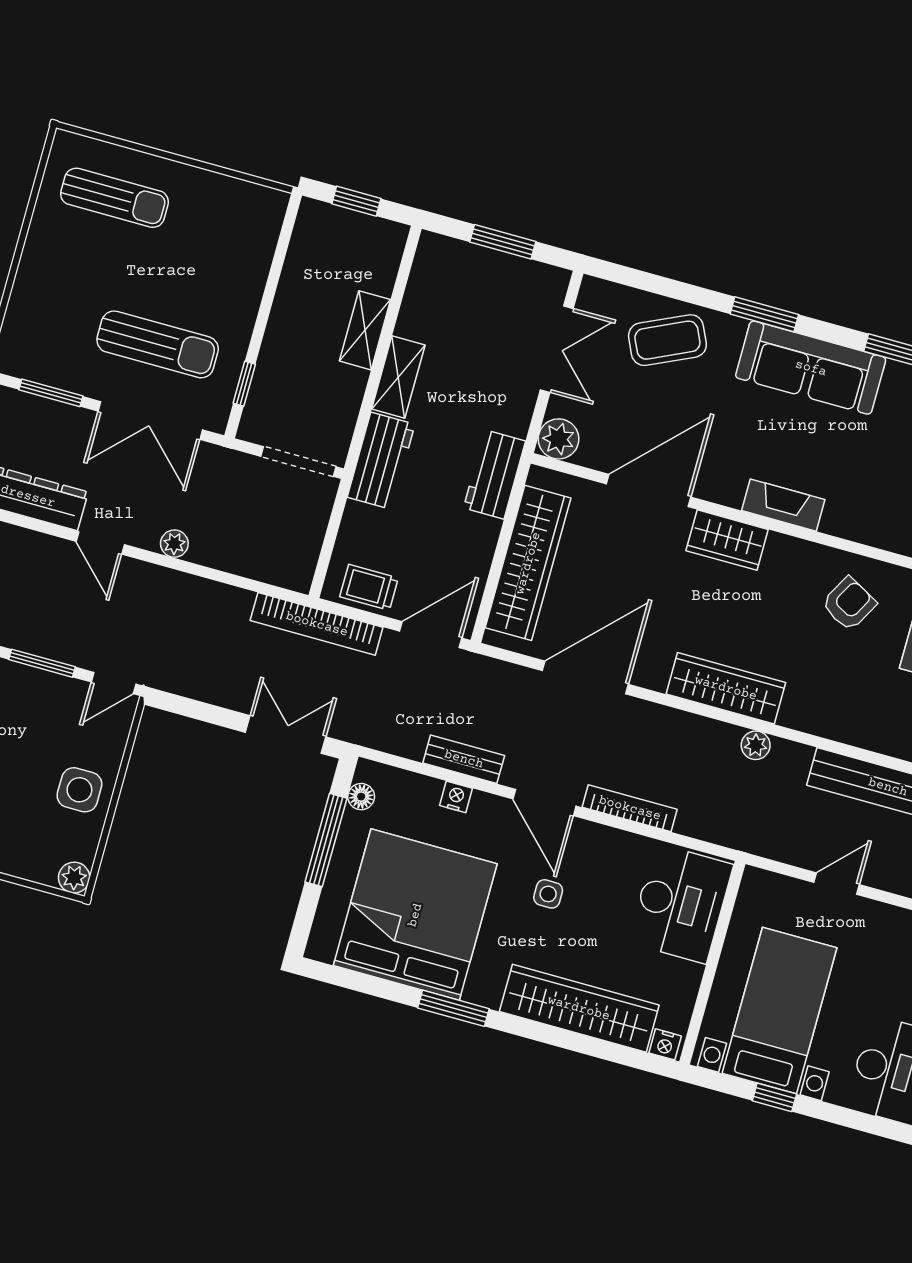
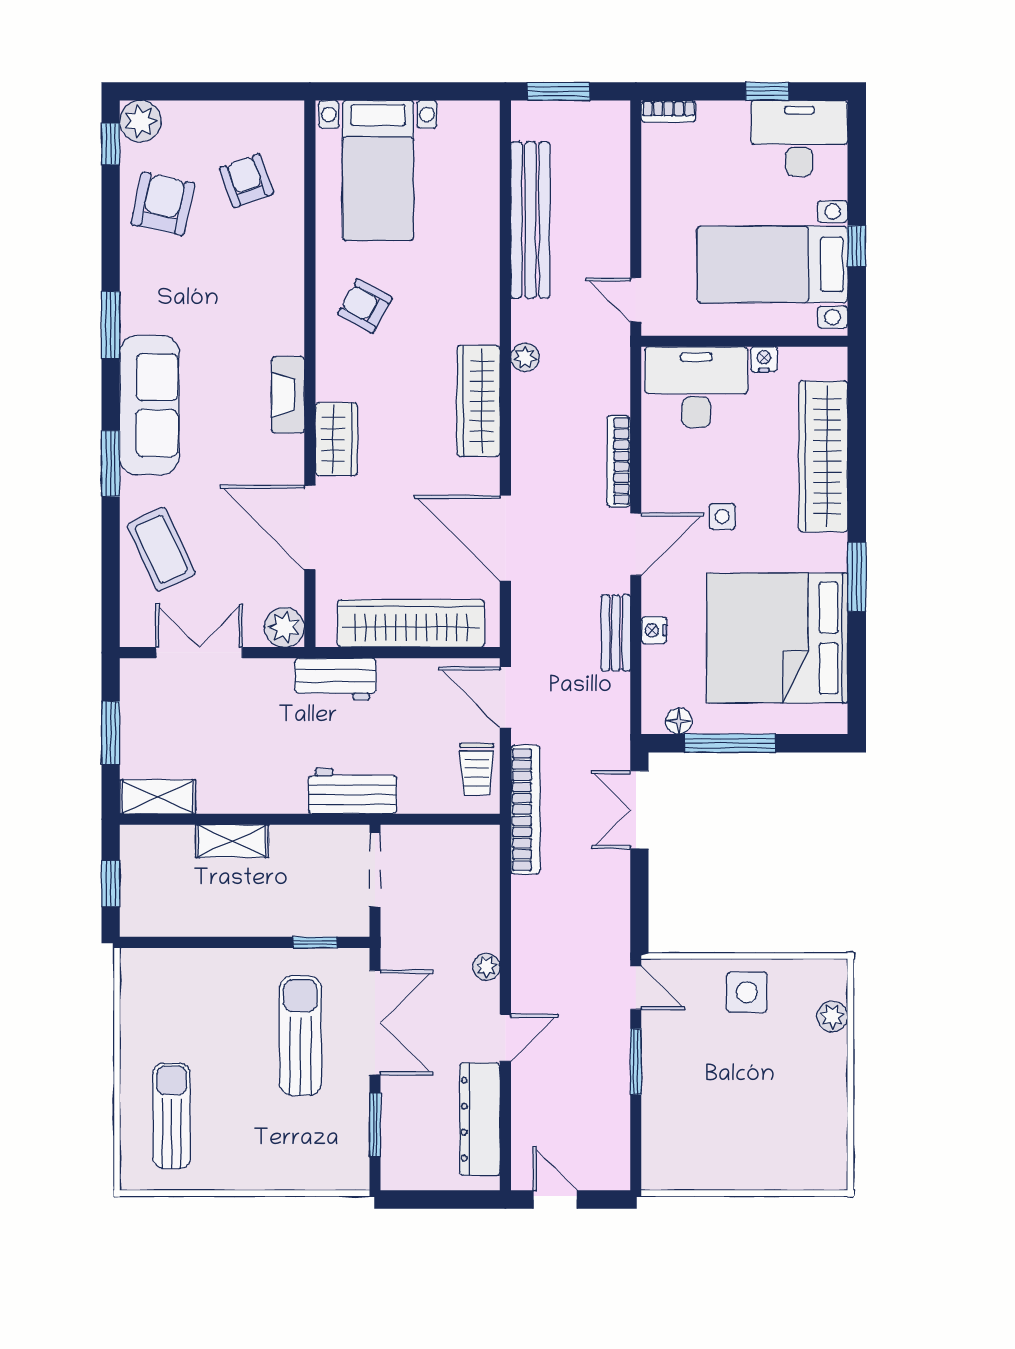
shelving: (398, 377) -> (158, 797), moved
plant: (74, 878) -> (832, 1016), moved
door: (837, 884) -> (636, 300), moved
nightstand: (665, 1044) -> (764, 359), moved, turned -90

